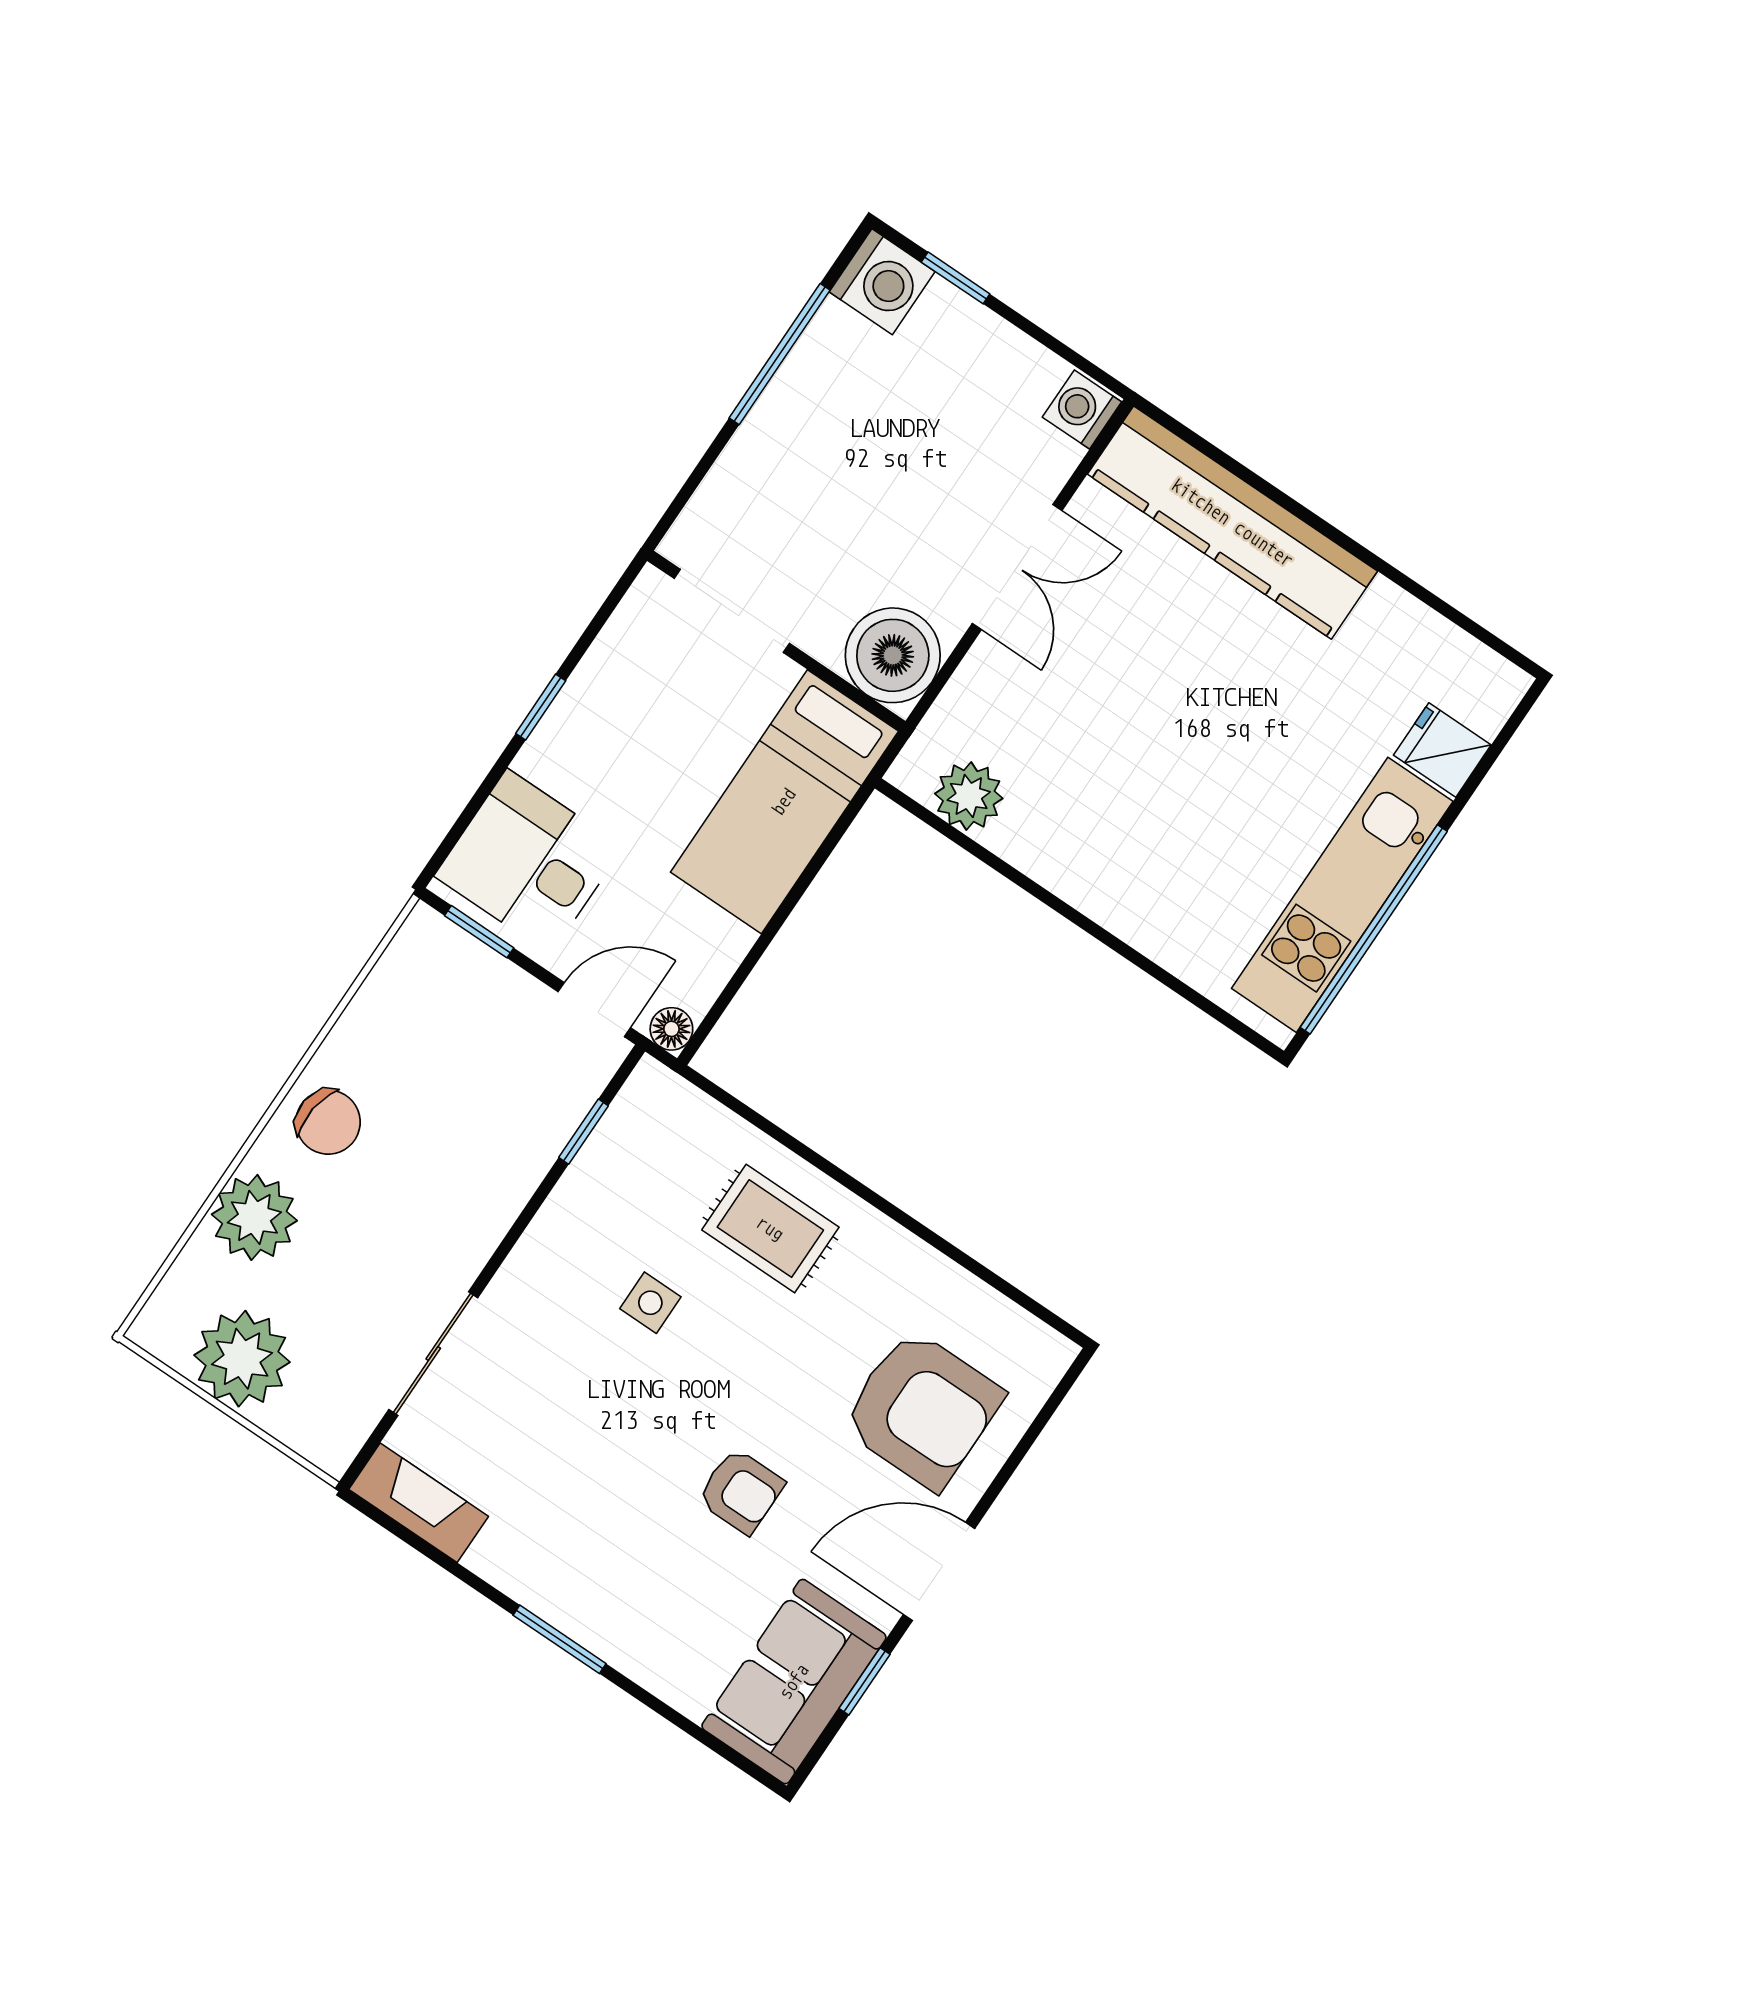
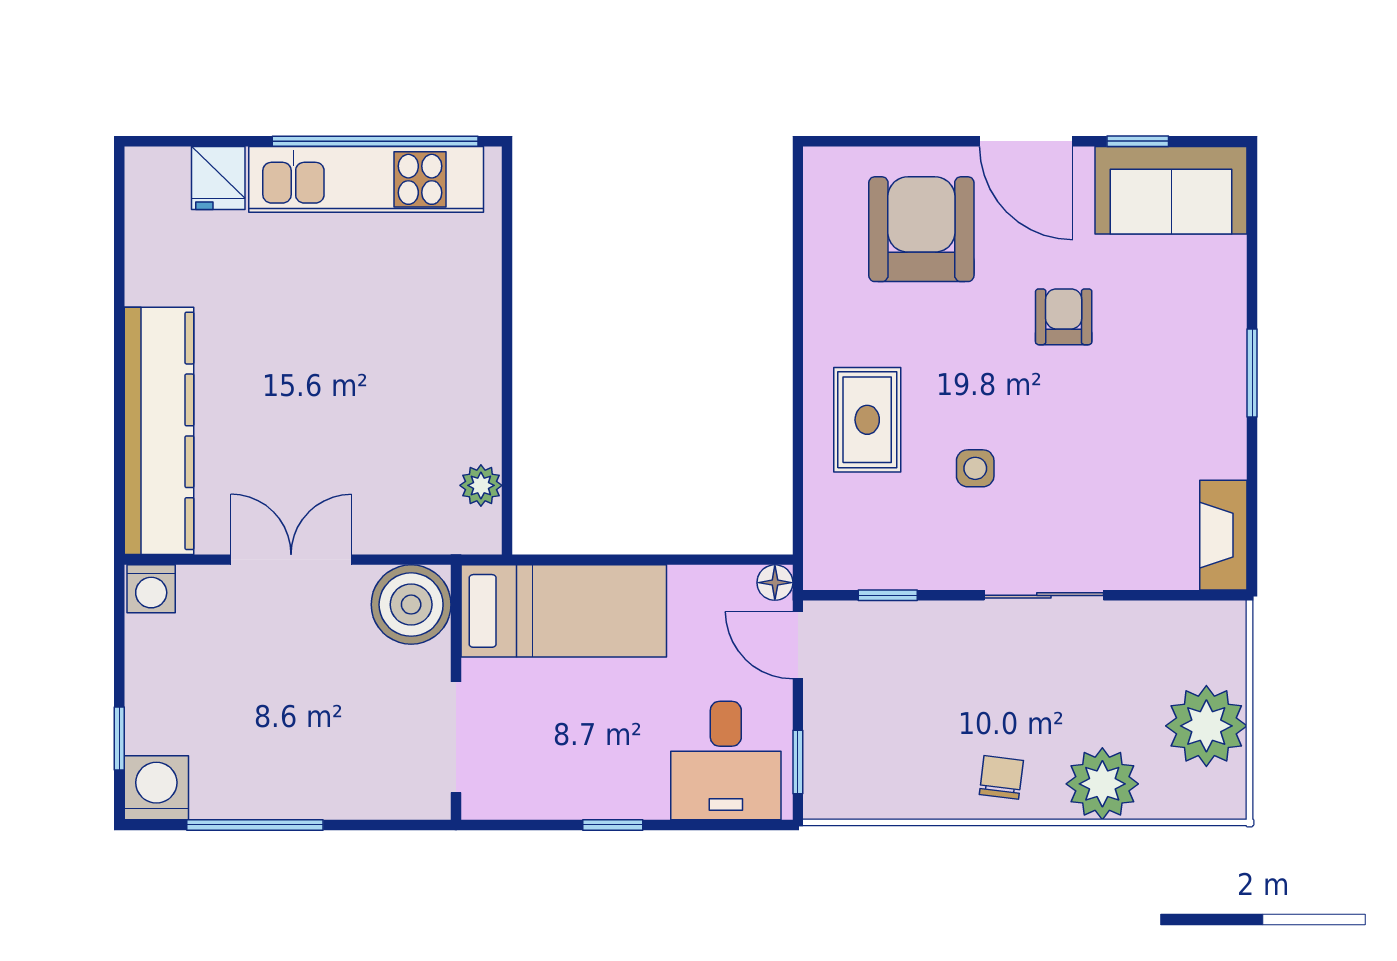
plant: (969, 796) -> (481, 485), width x0.73, depth x0.73
chair: (328, 1122) -> (1001, 777), width x0.73, depth x0.73
sliding door: (433, 1354) -> (1044, 595), moved

